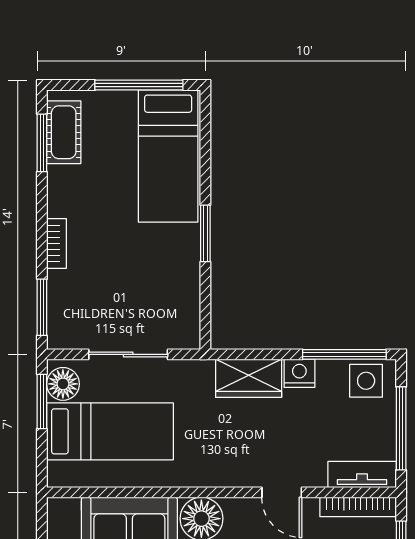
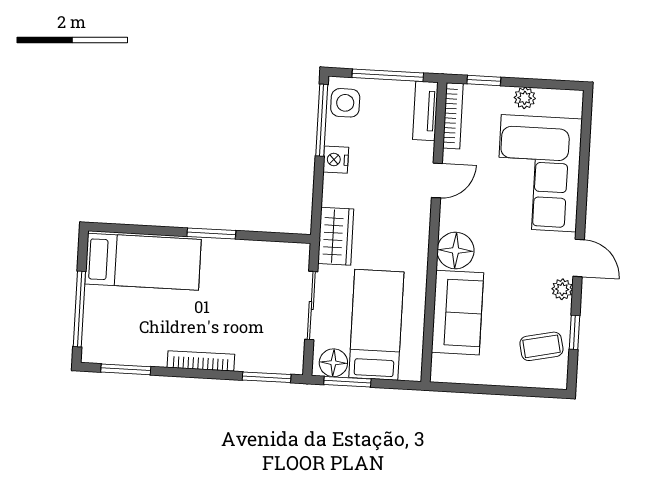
window: (139, 85) -> (79, 309), moved
cot: (64, 132) -> (118, 350), removed
bookcase: (57, 243) -> (201, 361), width x1.56
wardrobe: (249, 378) -> (336, 236), moved

